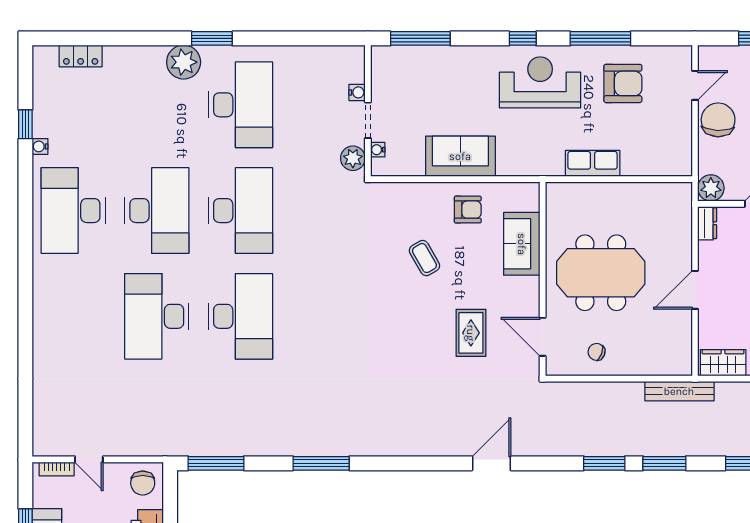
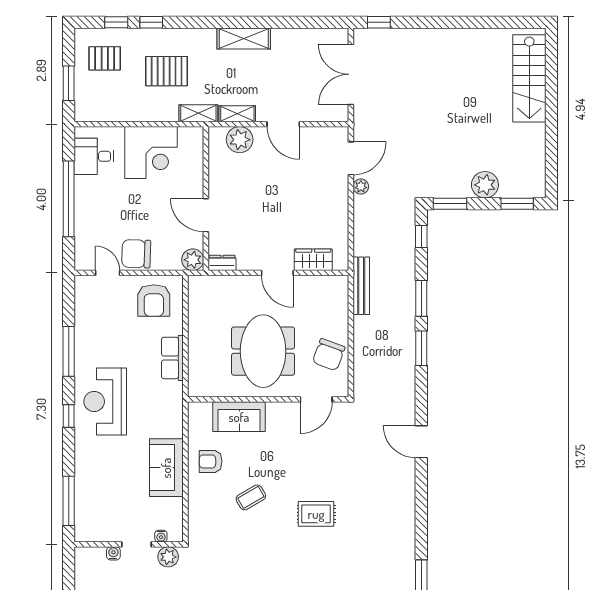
armchair: (623, 83) -> (154, 301), moved, turned 180
armchair: (468, 210) -> (211, 461), turned -90
rug: (471, 333) -> (316, 514), moved
chair: (597, 352) -> (329, 355), width x1.87, depth x1.87
wardrobe: (723, 363) -> (313, 260), moved, turned 90

